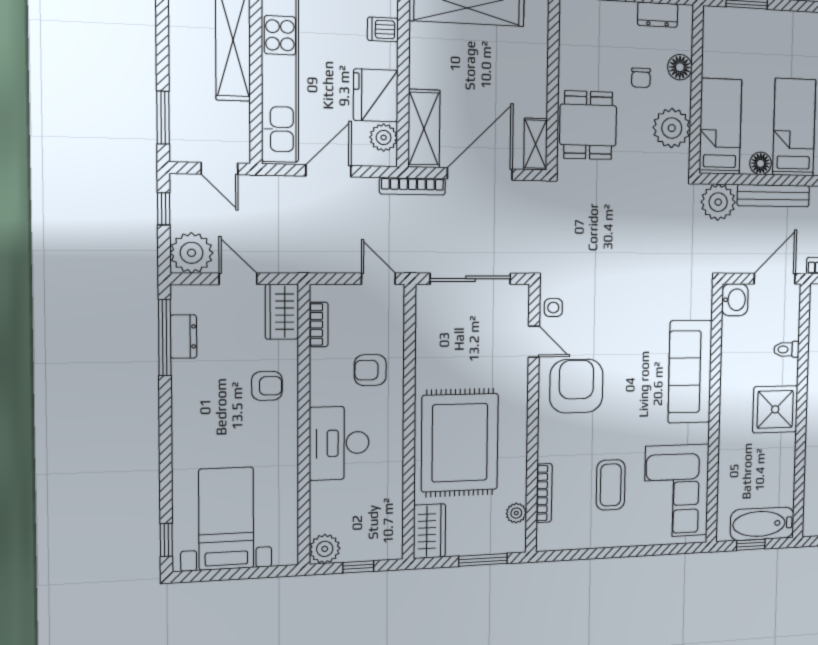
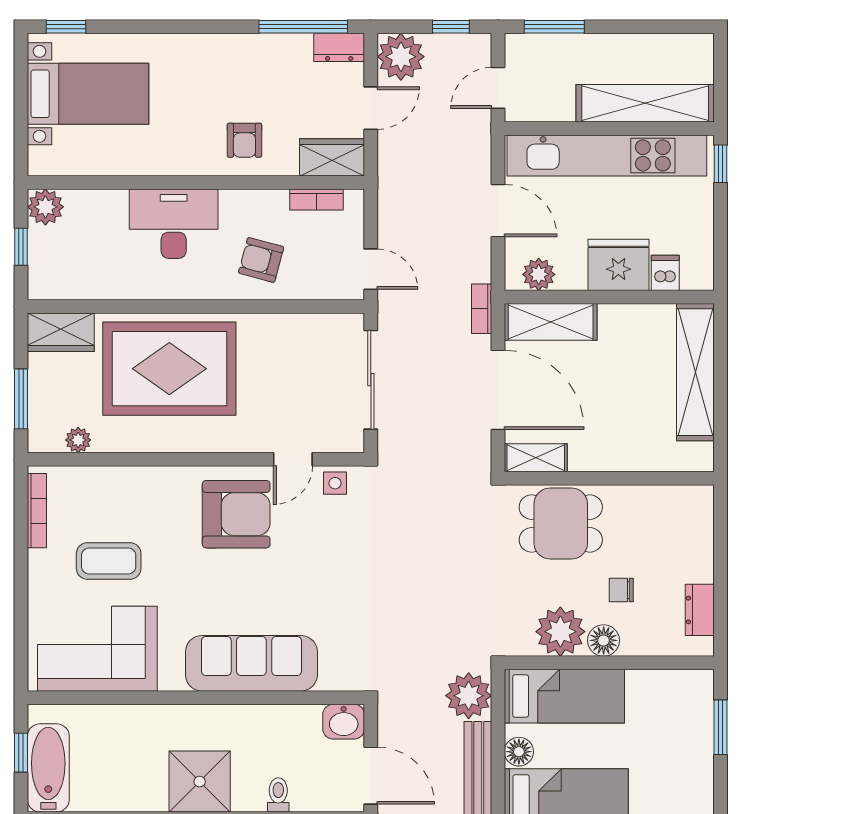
floor lamp: (680, 67) -> (604, 640), moved
fridge: (376, 95) -> (618, 265), moved
bookcase: (412, 186) -> (482, 309), width x0.64
door: (378, 279) -> (371, 269), hinge flipped
dresser: (184, 337) -> (339, 47), moved
armchair: (370, 370) -> (261, 260), turned -75
bookcase: (544, 493) -> (37, 511), moved, turned -90

